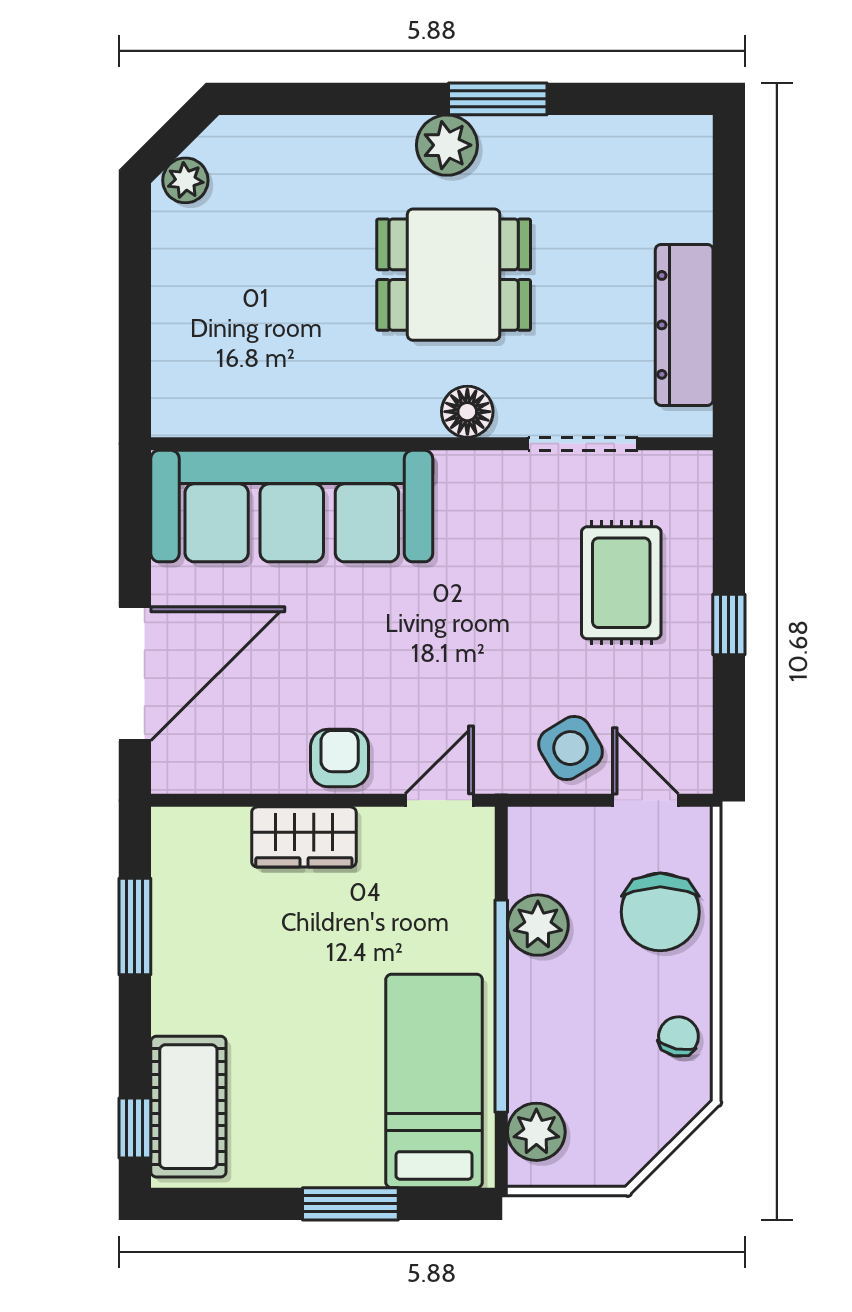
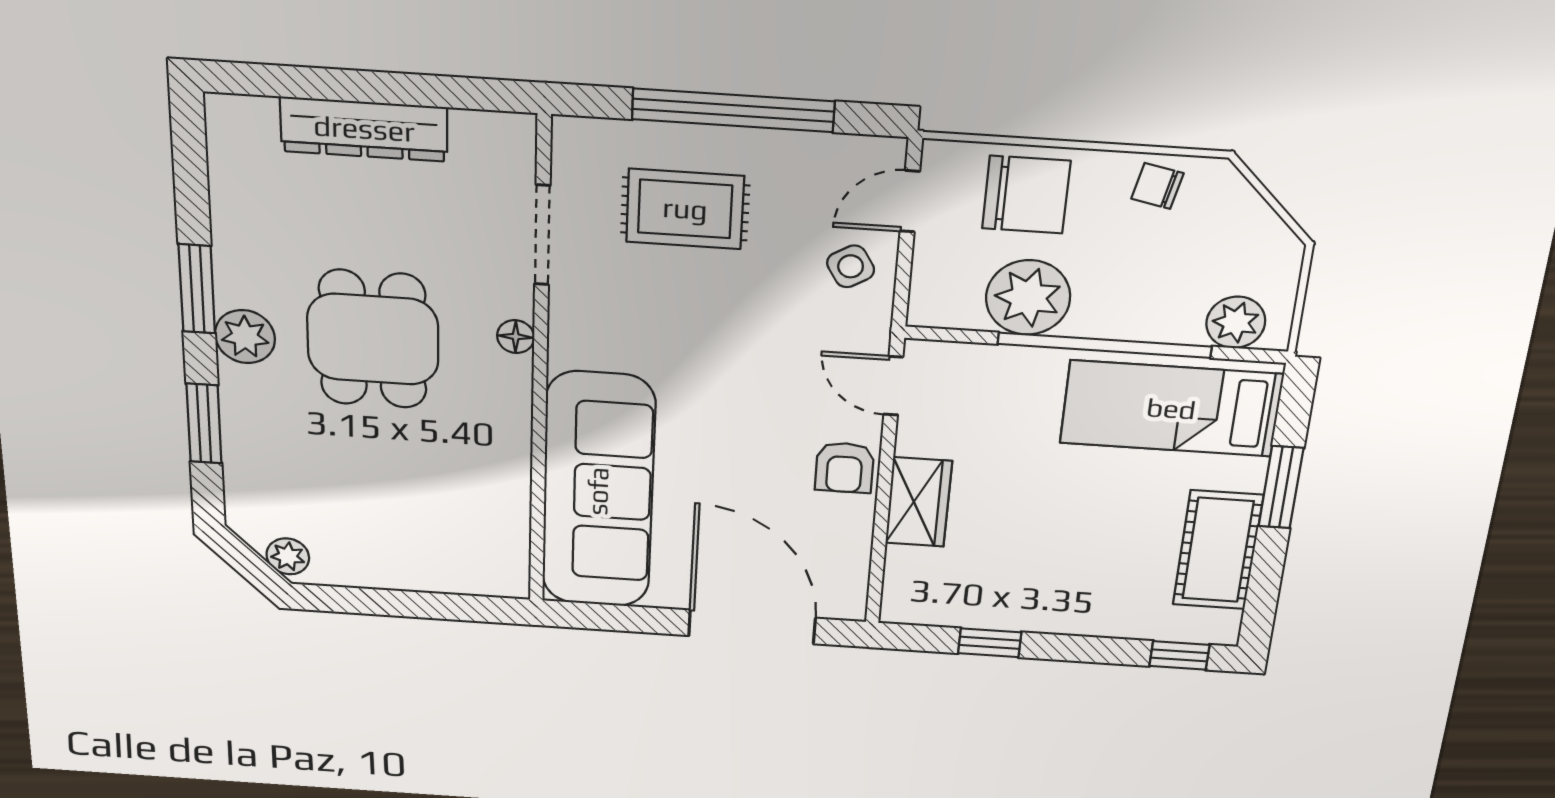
window: (342, 99) -> (204, 424), added
dresser: (684, 325) -> (364, 129), moved
floor lamp: (467, 412) -> (516, 337), width x0.73, depth x0.73
window: (729, 625) -> (733, 110), width x3.17
side table: (570, 748) -> (851, 266), width x0.73, depth x0.73
armchair: (340, 758) -> (844, 468), turned -90
plant: (538, 925) -> (1028, 297), width x1.36, depth x1.36
window: (135, 926) -> (990, 643), width x0.67
cot: (188, 1107) -> (1218, 550), moved, turned 90

